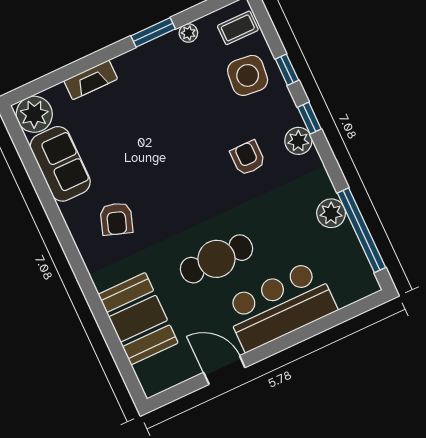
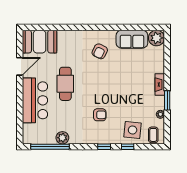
fireplace: (91, 80) -> (160, 85), moved
plant: (298, 141) -> (97, 138), removed
armchair: (116, 219) -> (100, 51), turned -83
booth: (138, 319) -> (40, 42), moved

